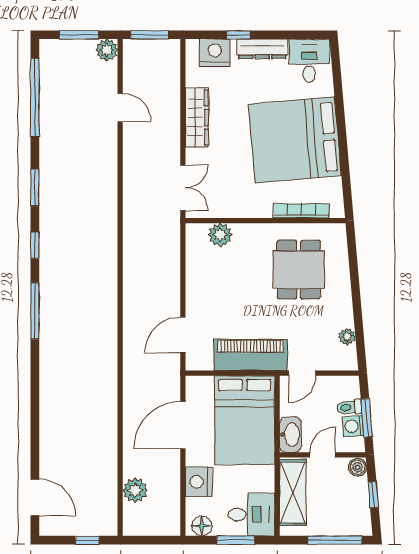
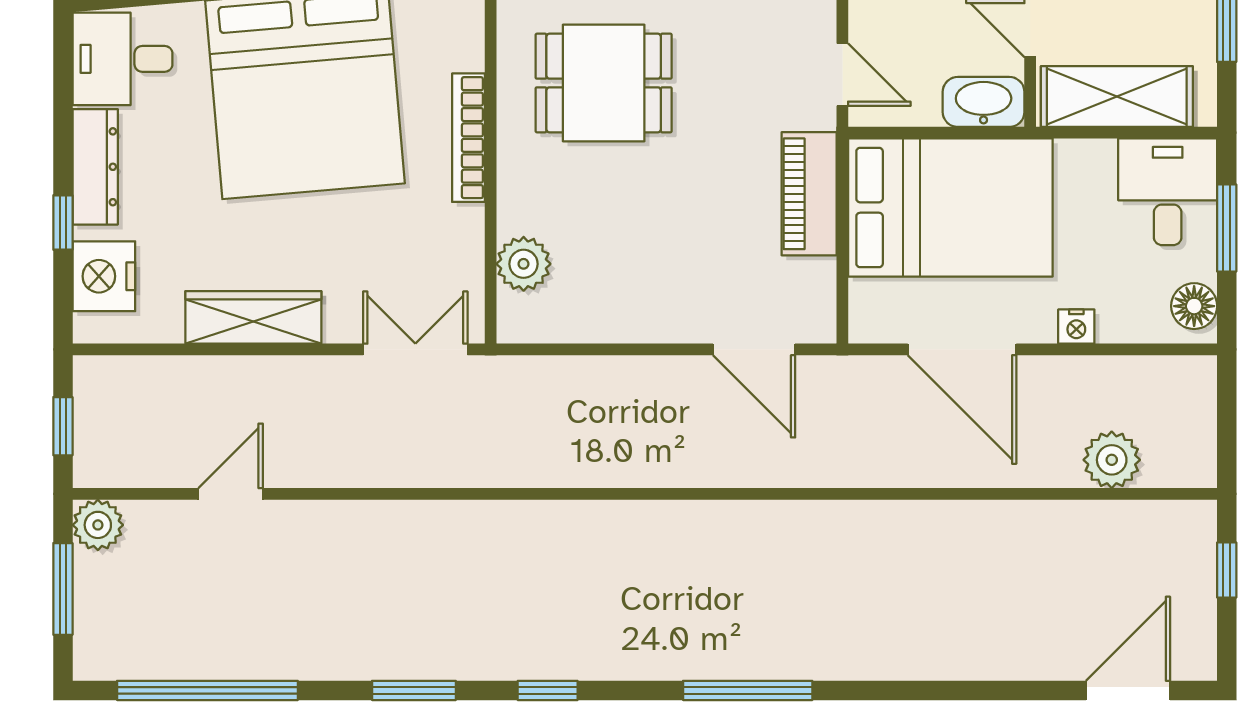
window: (150, 35) -> (63, 426), width x0.67
bookcase: (301, 211) -> (468, 138), moved
window: (35, 311) -> (748, 690), moved
piano: (251, 355) -> (809, 194), width x0.73, depth x0.75
nightstand: (199, 482) -> (1076, 327), width x0.53, depth x0.56

